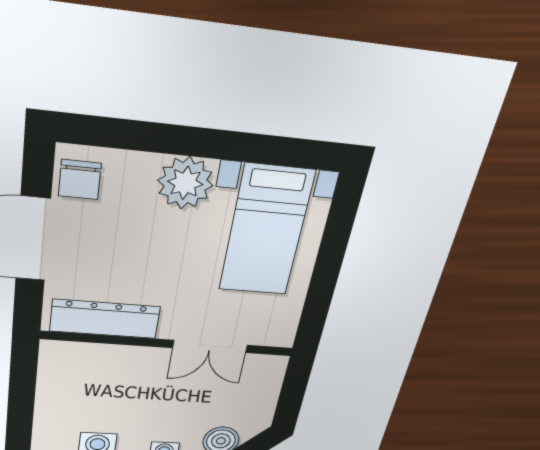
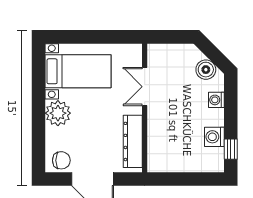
double door: (210, 346) -> (145, 87), swing flipped

